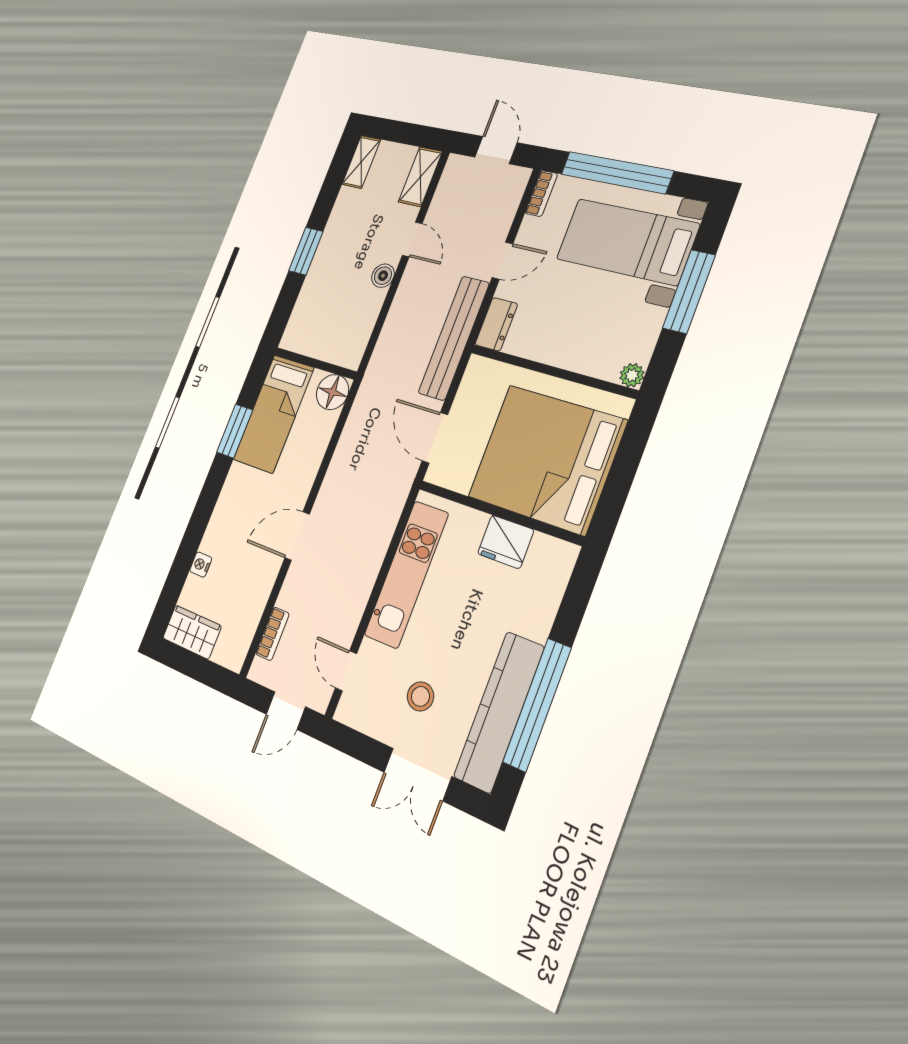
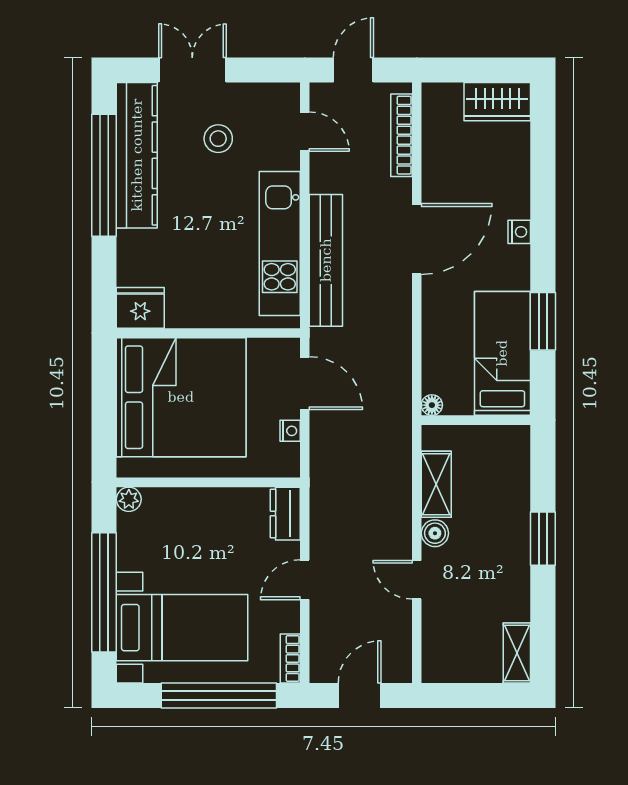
door: (496, 150) -> (360, 696), swing flipped
shelving: (420, 177) -> (436, 484), moved
window: (689, 291) -> (104, 592), width x1.46
bench: (454, 338) -> (326, 260), moved
floor lamp: (332, 392) -> (432, 405), width x0.53, depth x0.53
nightstand: (464, 398) -> (290, 431), added
door: (297, 536) -> (417, 239), width x1.36
fridge: (506, 542) -> (140, 308), moved
nightstand: (201, 565) -> (519, 232), moved
bookcase: (272, 634) -> (402, 135), width x1.56

